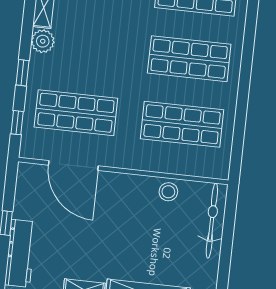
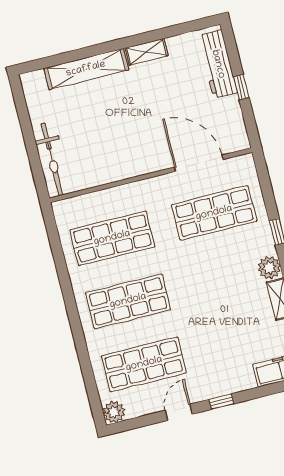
window: (17, 123) -> (265, 184), removed
stool: (168, 192) -> (102, 171), removed

